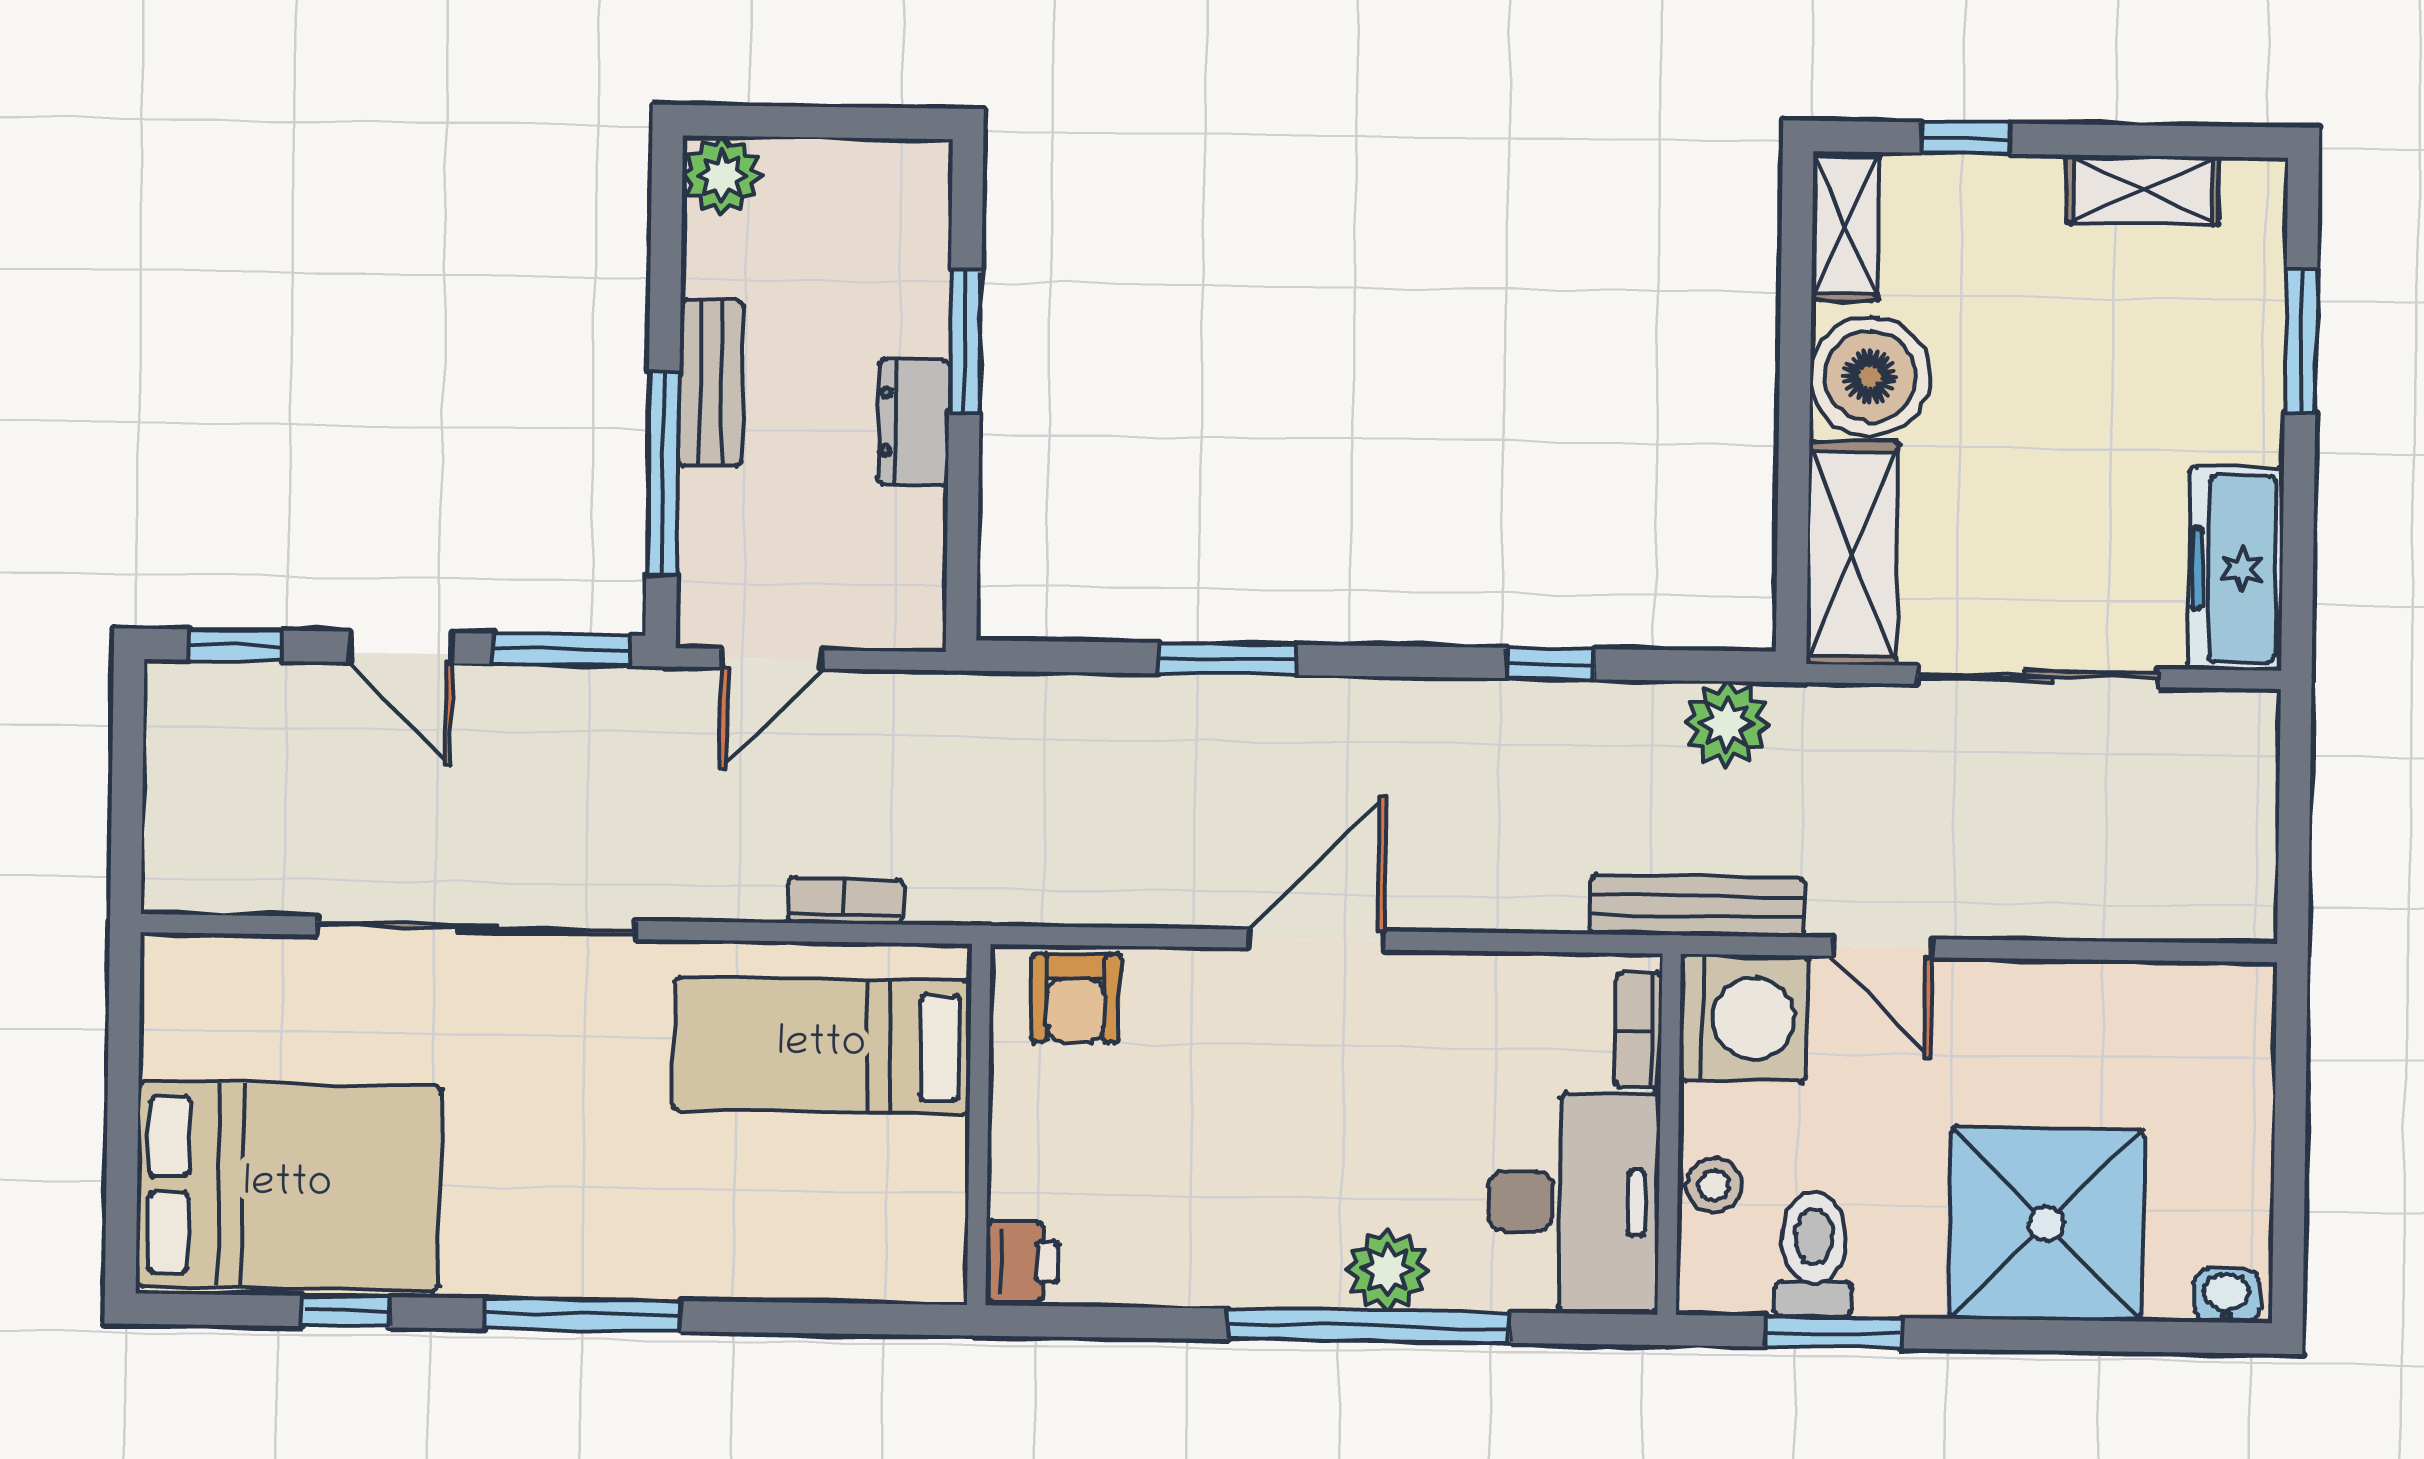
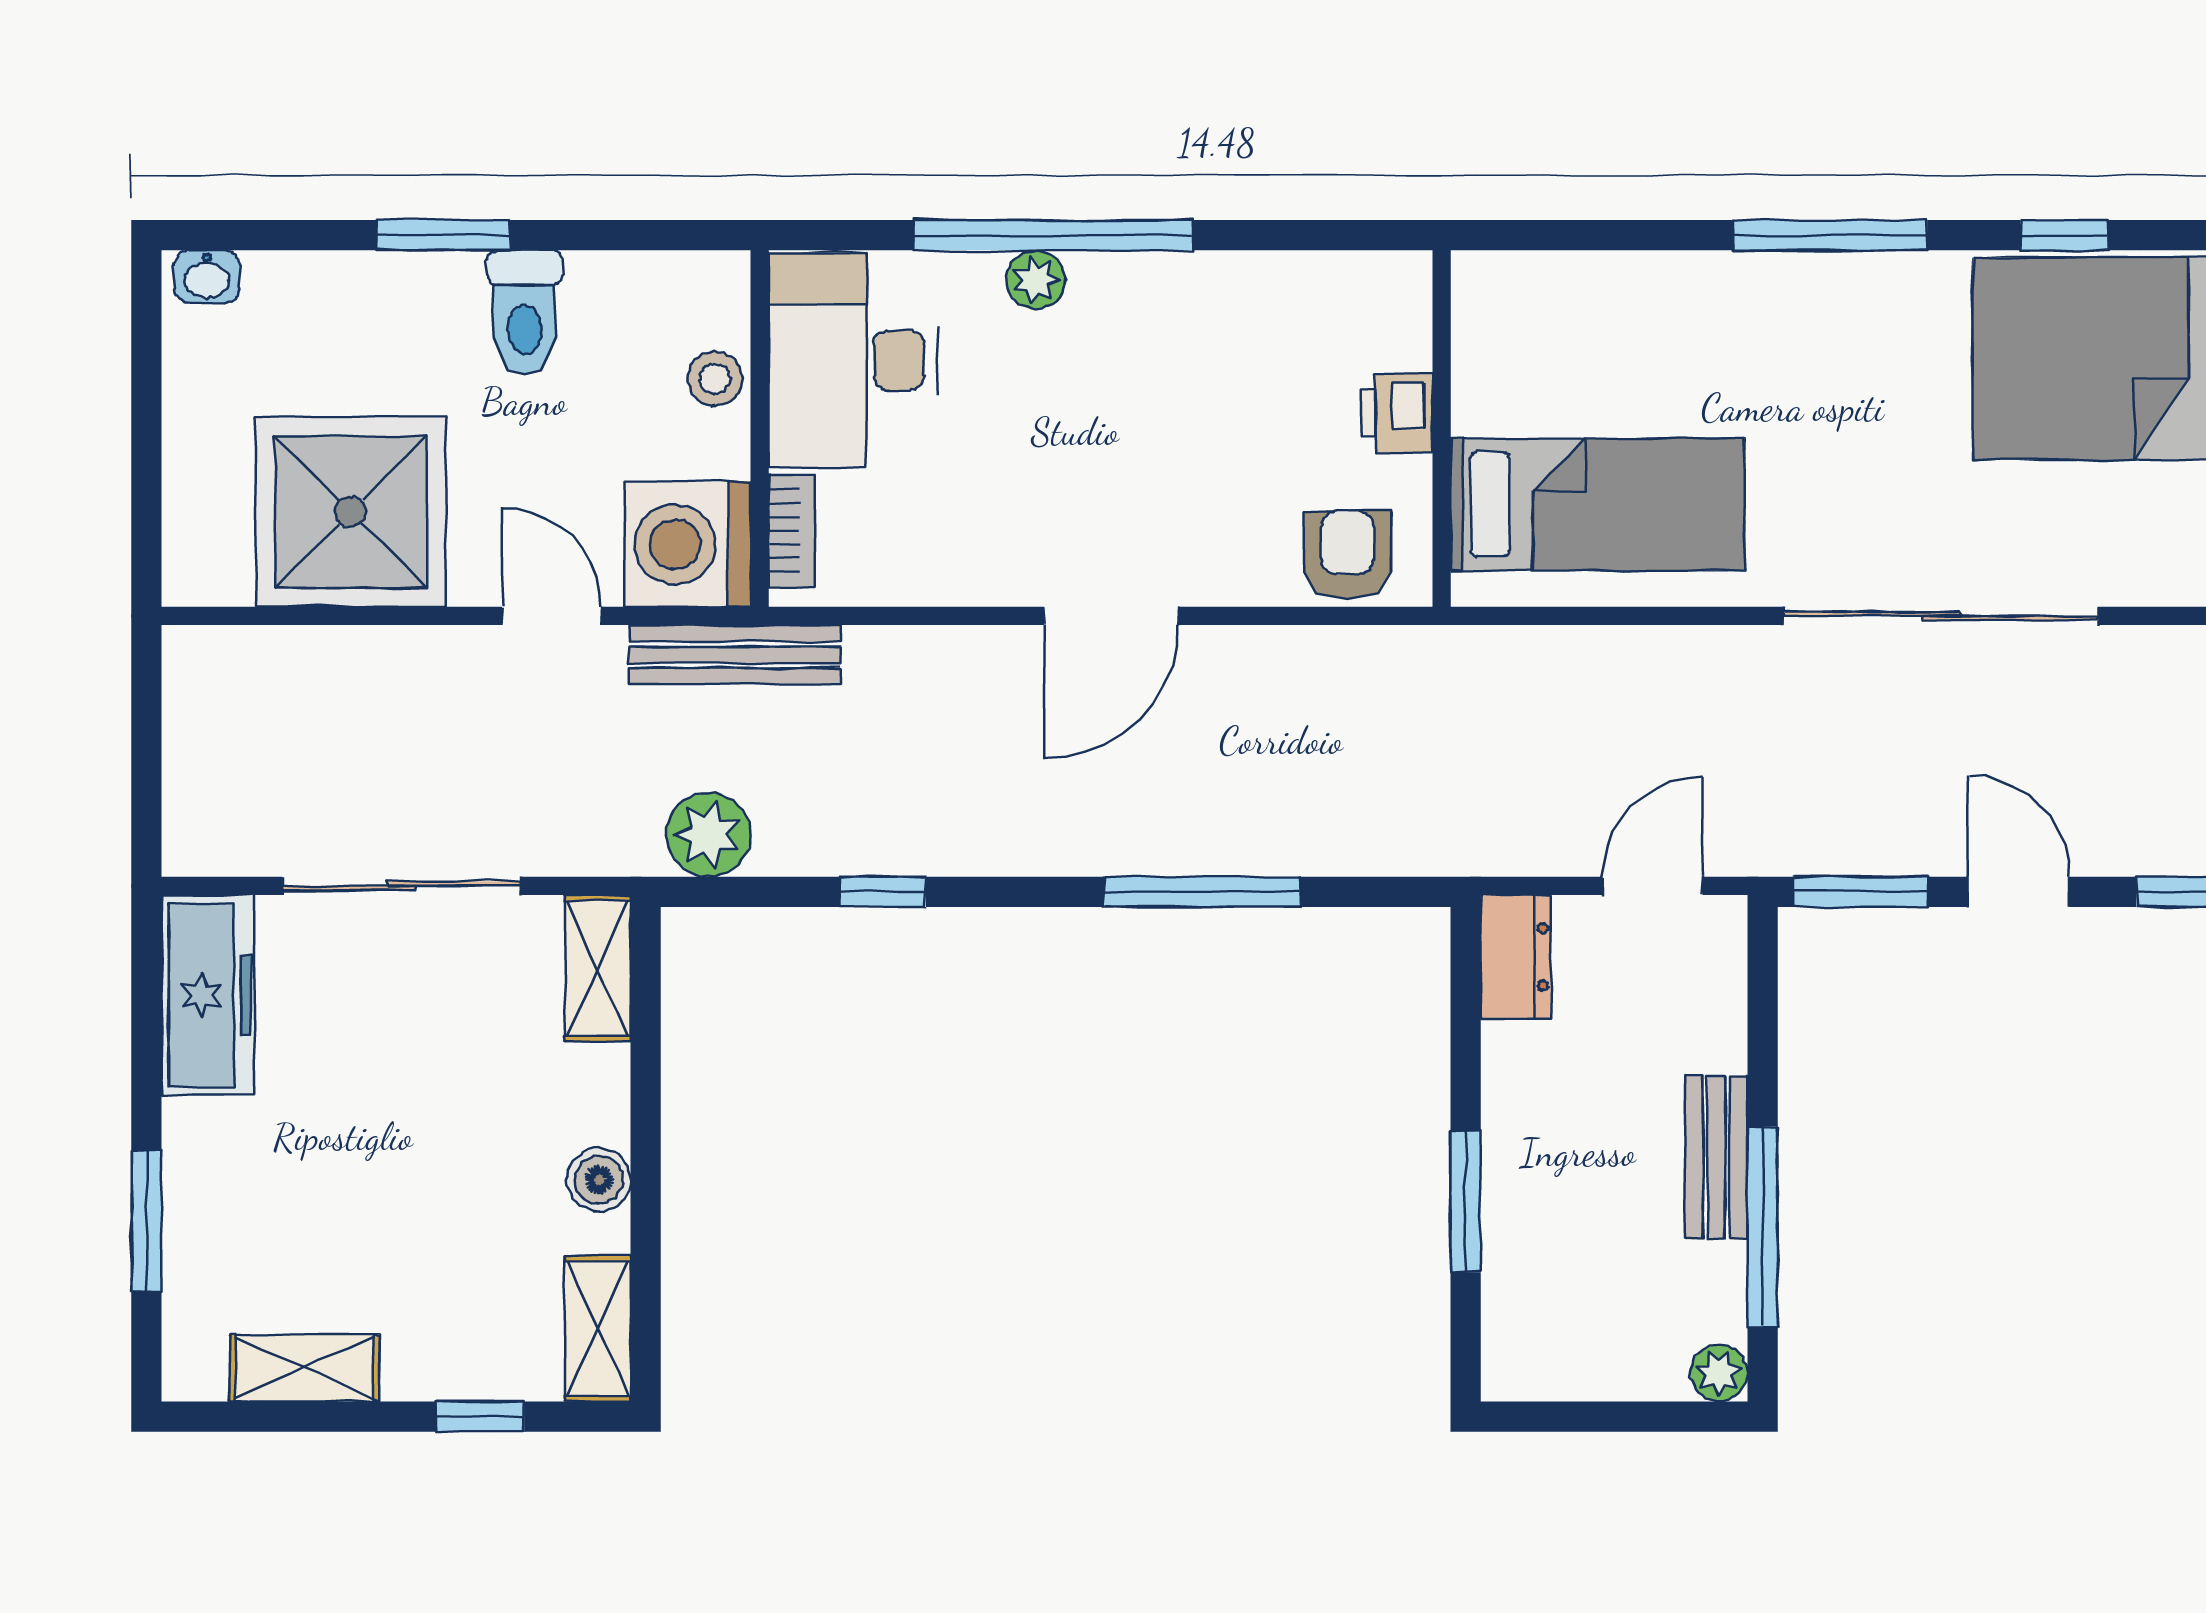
plant: (722, 176) -> (1719, 1373), width x0.73, depth x0.73
boiler: (1870, 376) -> (599, 1180), width x0.54, depth x0.54
dresser: (914, 422) -> (1516, 957), moved
window: (663, 474) -> (1763, 1227), moved
shelving: (1852, 553) -> (598, 968), width x0.67, depth x0.75
window: (1228, 659) -> (1202, 892), width x1.44
bookcase: (845, 901) -> (1577, 648), removed
shower: (2046, 1224) -> (351, 512), moved
toilet: (1814, 1254) -> (525, 312), moved
printer: (1022, 1262) -> (1397, 413), moved
plant: (1388, 1270) -> (1036, 280), width x0.73, depth x0.73
window: (1833, 1332) -> (443, 235), moved

